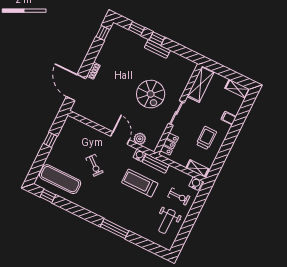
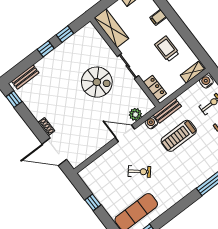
window: (137, 29) -> (65, 34), moved
bench: (157, 49) -> (25, 77), moved

